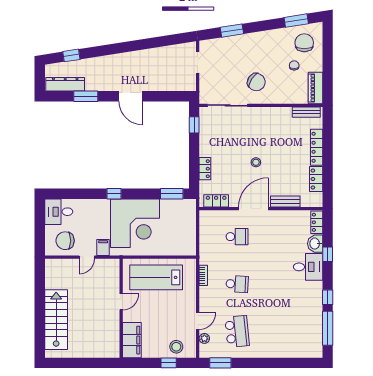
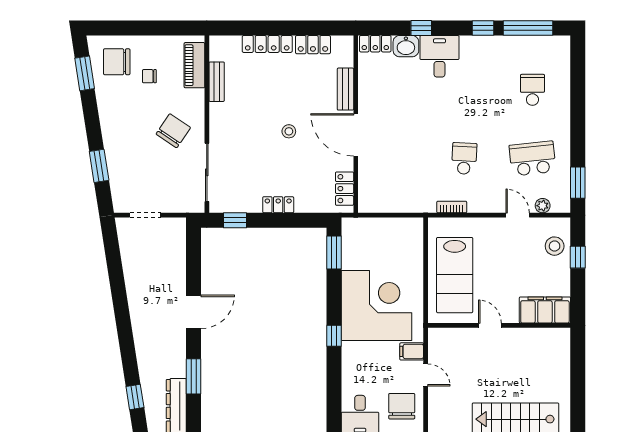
piano: (315, 88) -> (194, 65), moved, turned 90
bench: (306, 112) -> (217, 82), moved
locker: (205, 169) -> (278, 205), moved
school desk: (237, 237) -> (532, 90), moved
chair: (65, 241) -> (402, 406), turned 180

